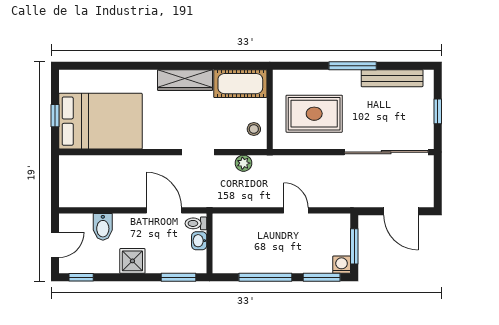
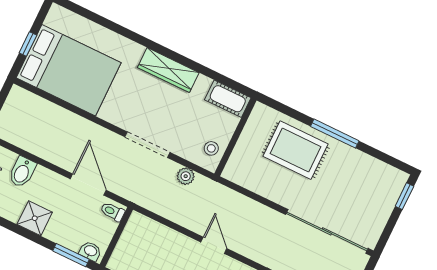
bench: (392, 78) -> (366, 164), removed
cot: (240, 84) -> (228, 99), width x0.73, depth x0.75
window: (438, 111) -> (404, 196), moved
rug: (314, 114) -> (296, 150), moved
doorway: (198, 152) -> (147, 145), width x1.38
washbasin: (199, 241) -> (90, 251), moved, turned 90

